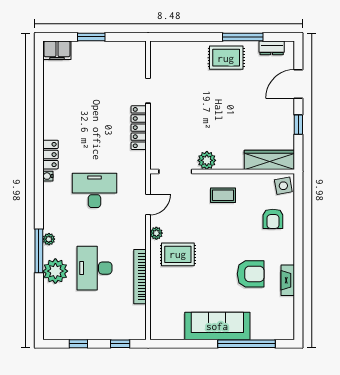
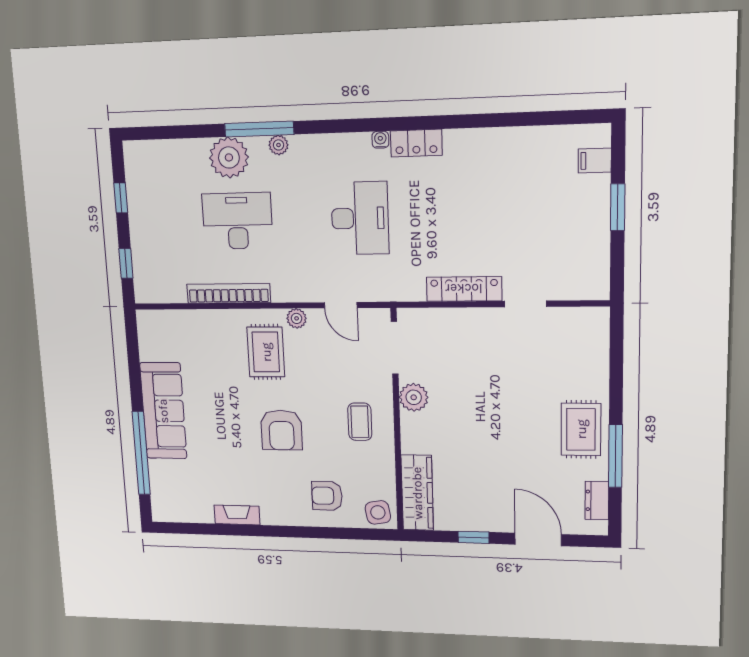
filing cabinet: (57, 50) -> (595, 161), width x0.50
armchair: (251, 274) -> (281, 430), moved

